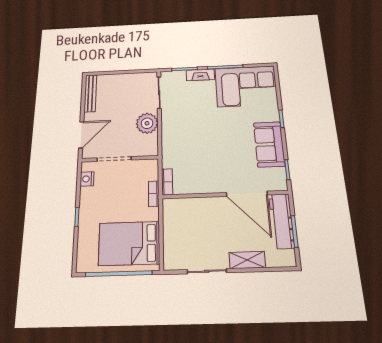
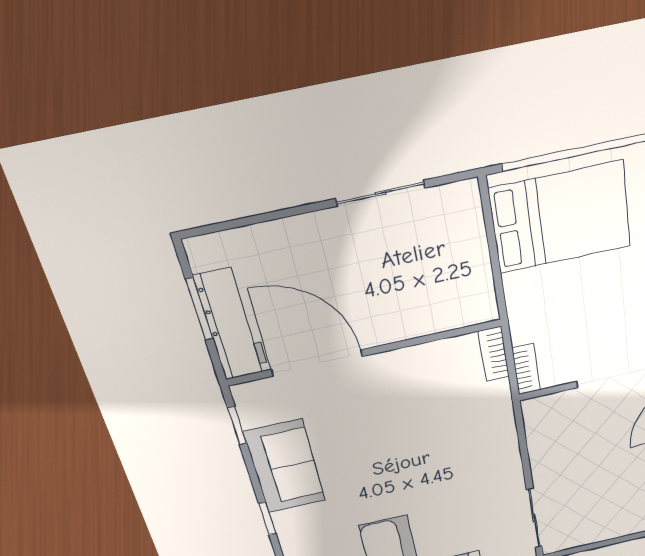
plant: (147, 123) -> (552, 457), removed
bookcase: (154, 194) -> (526, 369), moved
shelving: (247, 260) -> (294, 232), removed

